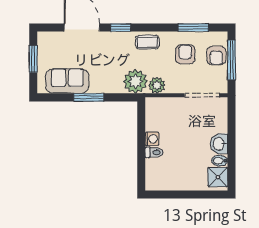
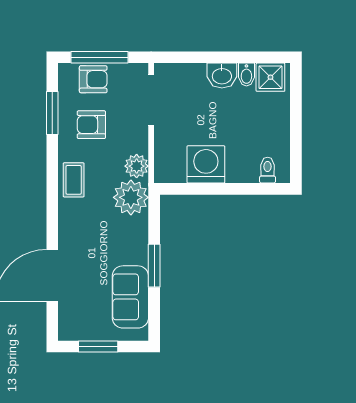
window: (121, 28) -> (52, 219), removed
washing machine: (152, 139) -> (206, 164), width x1.89, depth x1.89
toilet: (154, 152) -> (268, 170), moved

